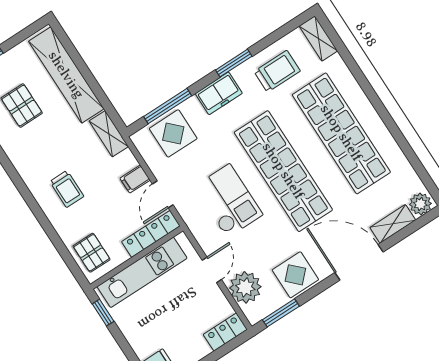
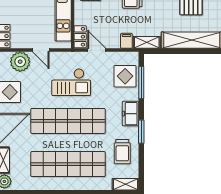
filing cabinet: (135, 179) -> (126, 41), moved
locker: (151, 234) -> (80, 37), width x0.66

